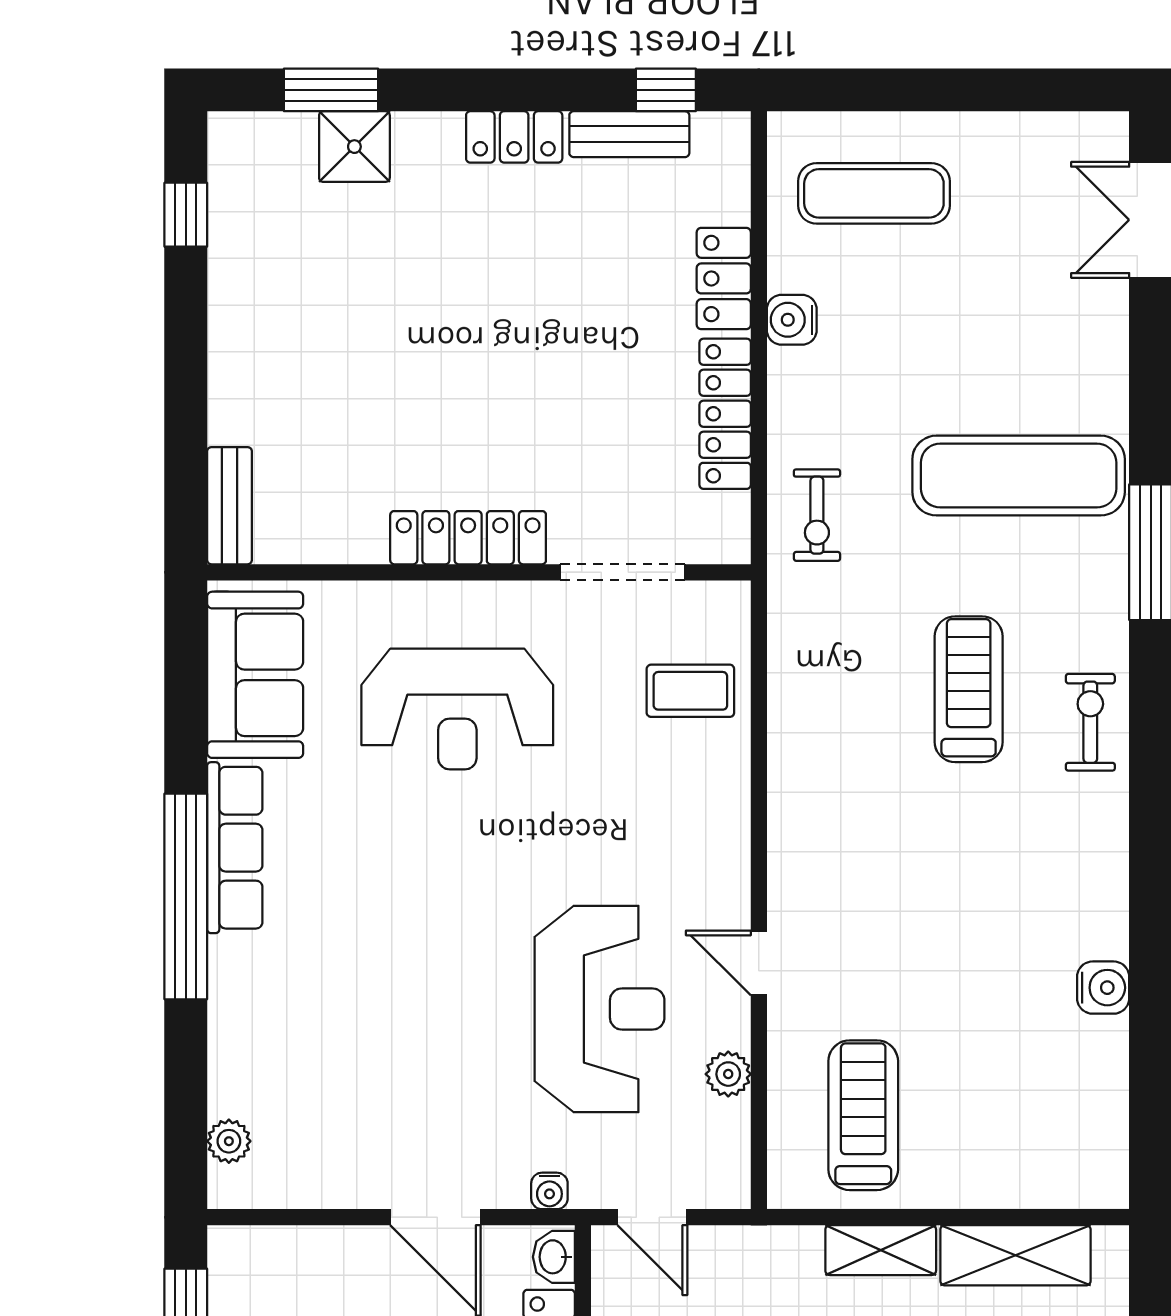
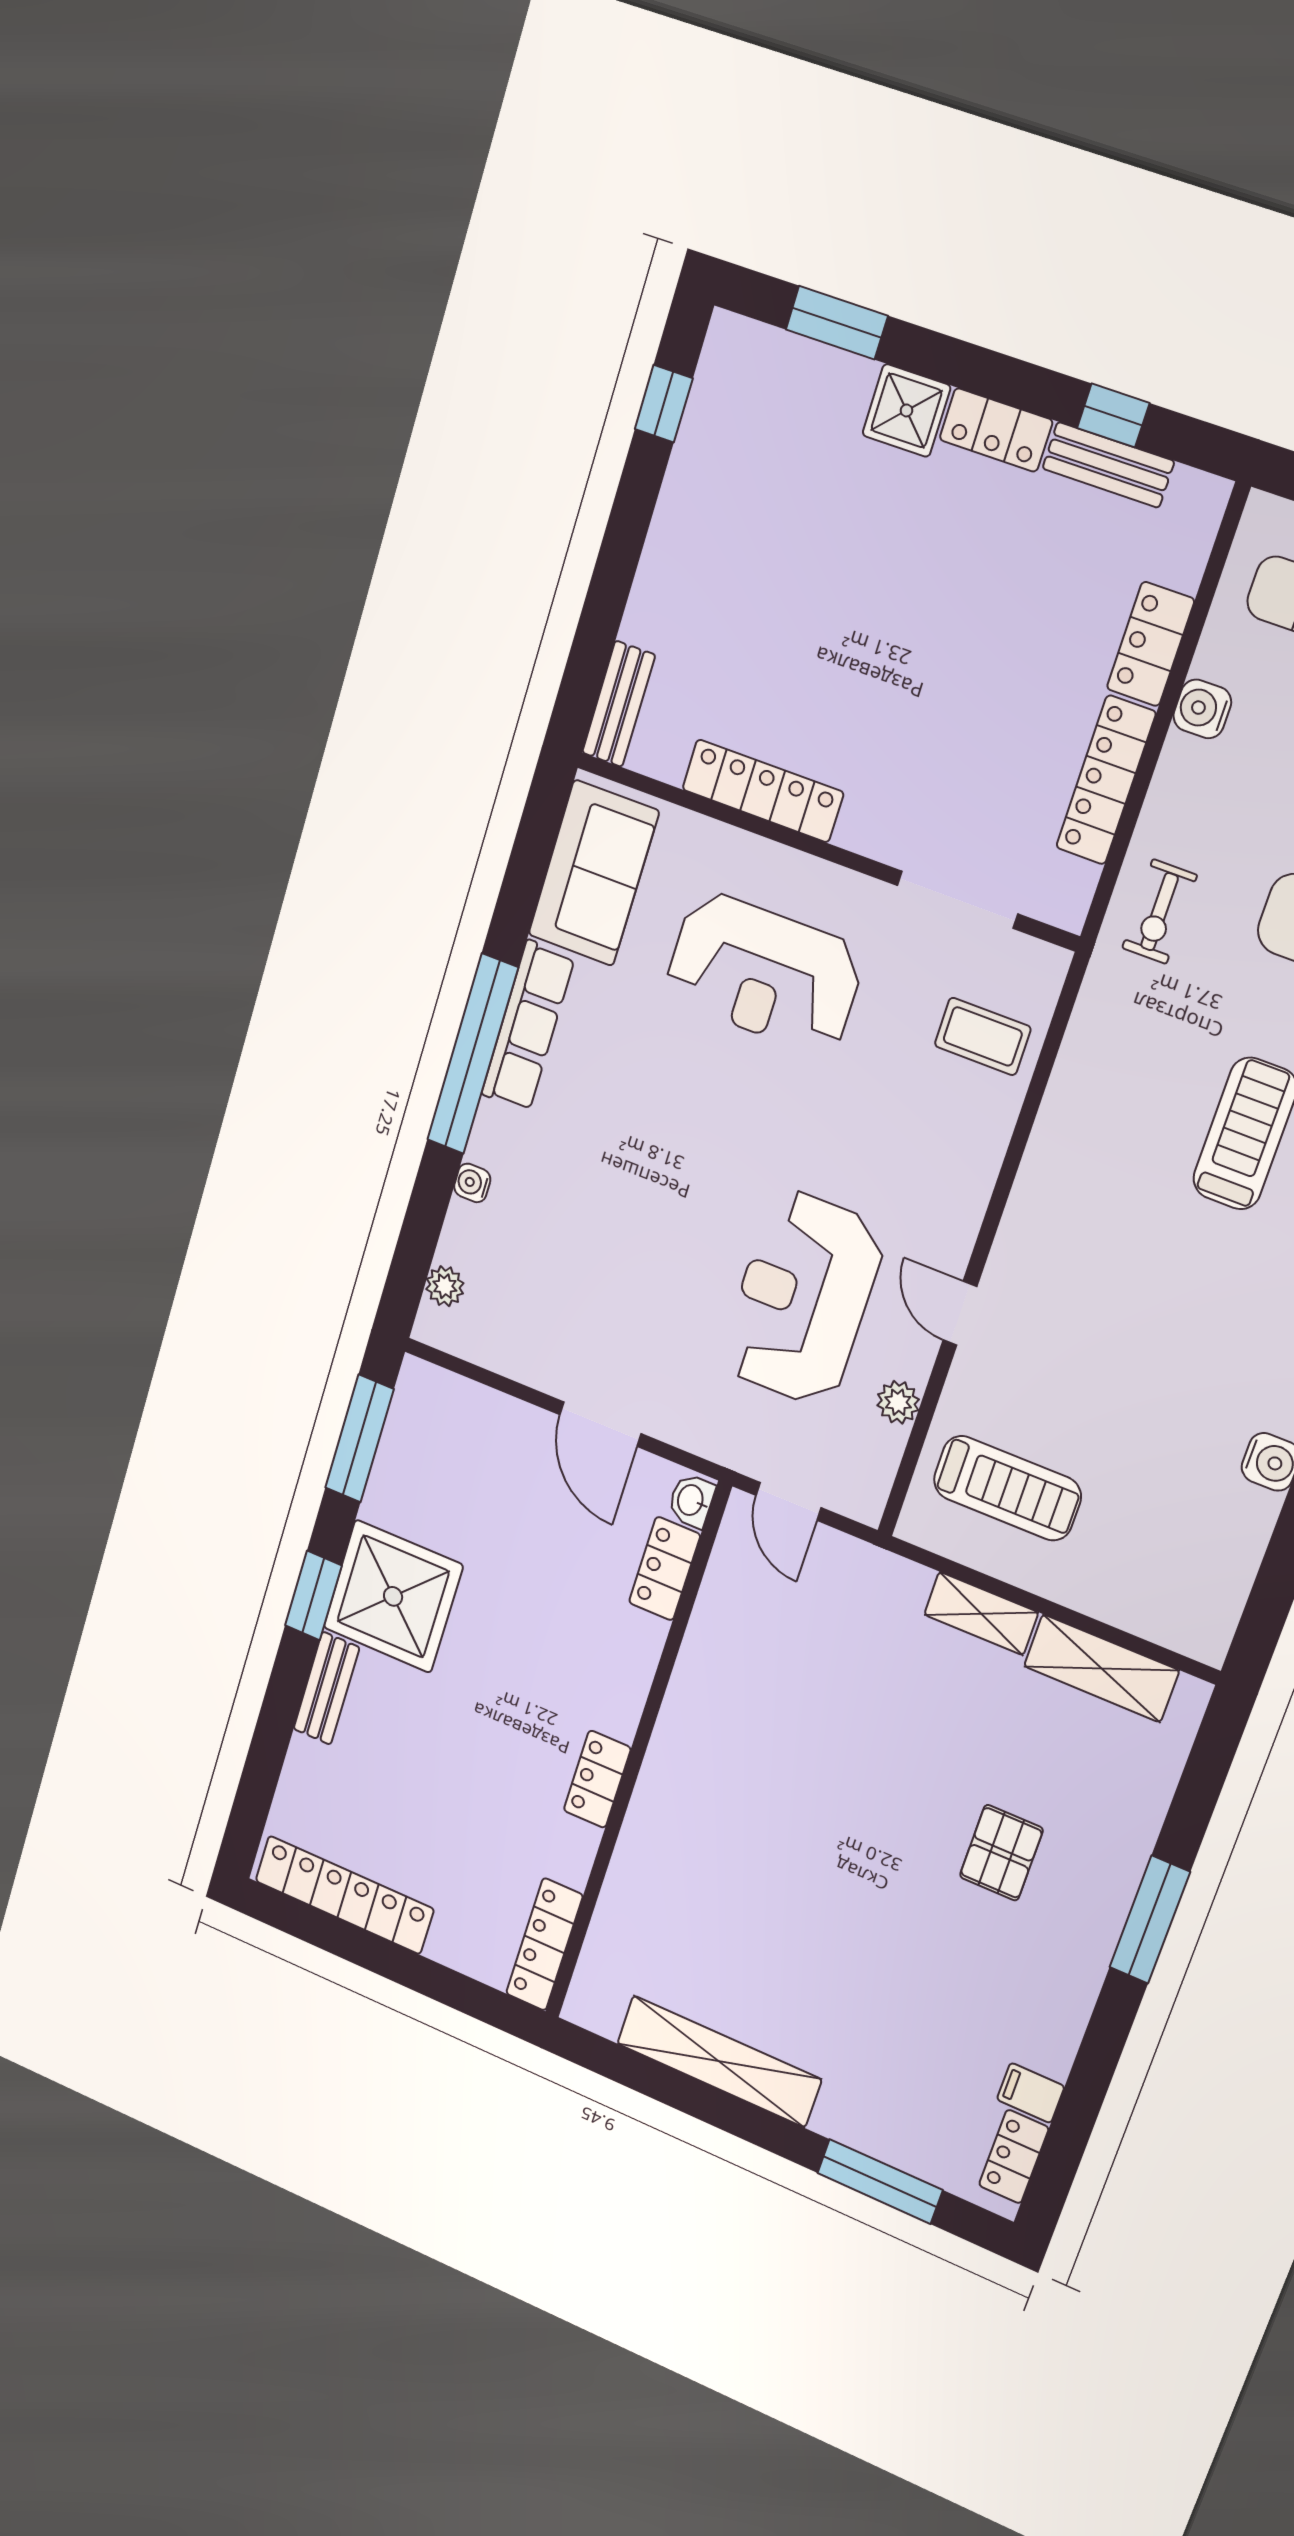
window: (666, 90) -> (1113, 415), moved
shower: (354, 147) -> (906, 410), moved
locker: (468, 538) -> (763, 791), moved
reception desk: (600, 1009) -> (803, 1298), turned 180
treadmill: (863, 1115) -> (1007, 1488), turned 90
water cooler: (549, 1191) -> (472, 1183), moved, turned 90

